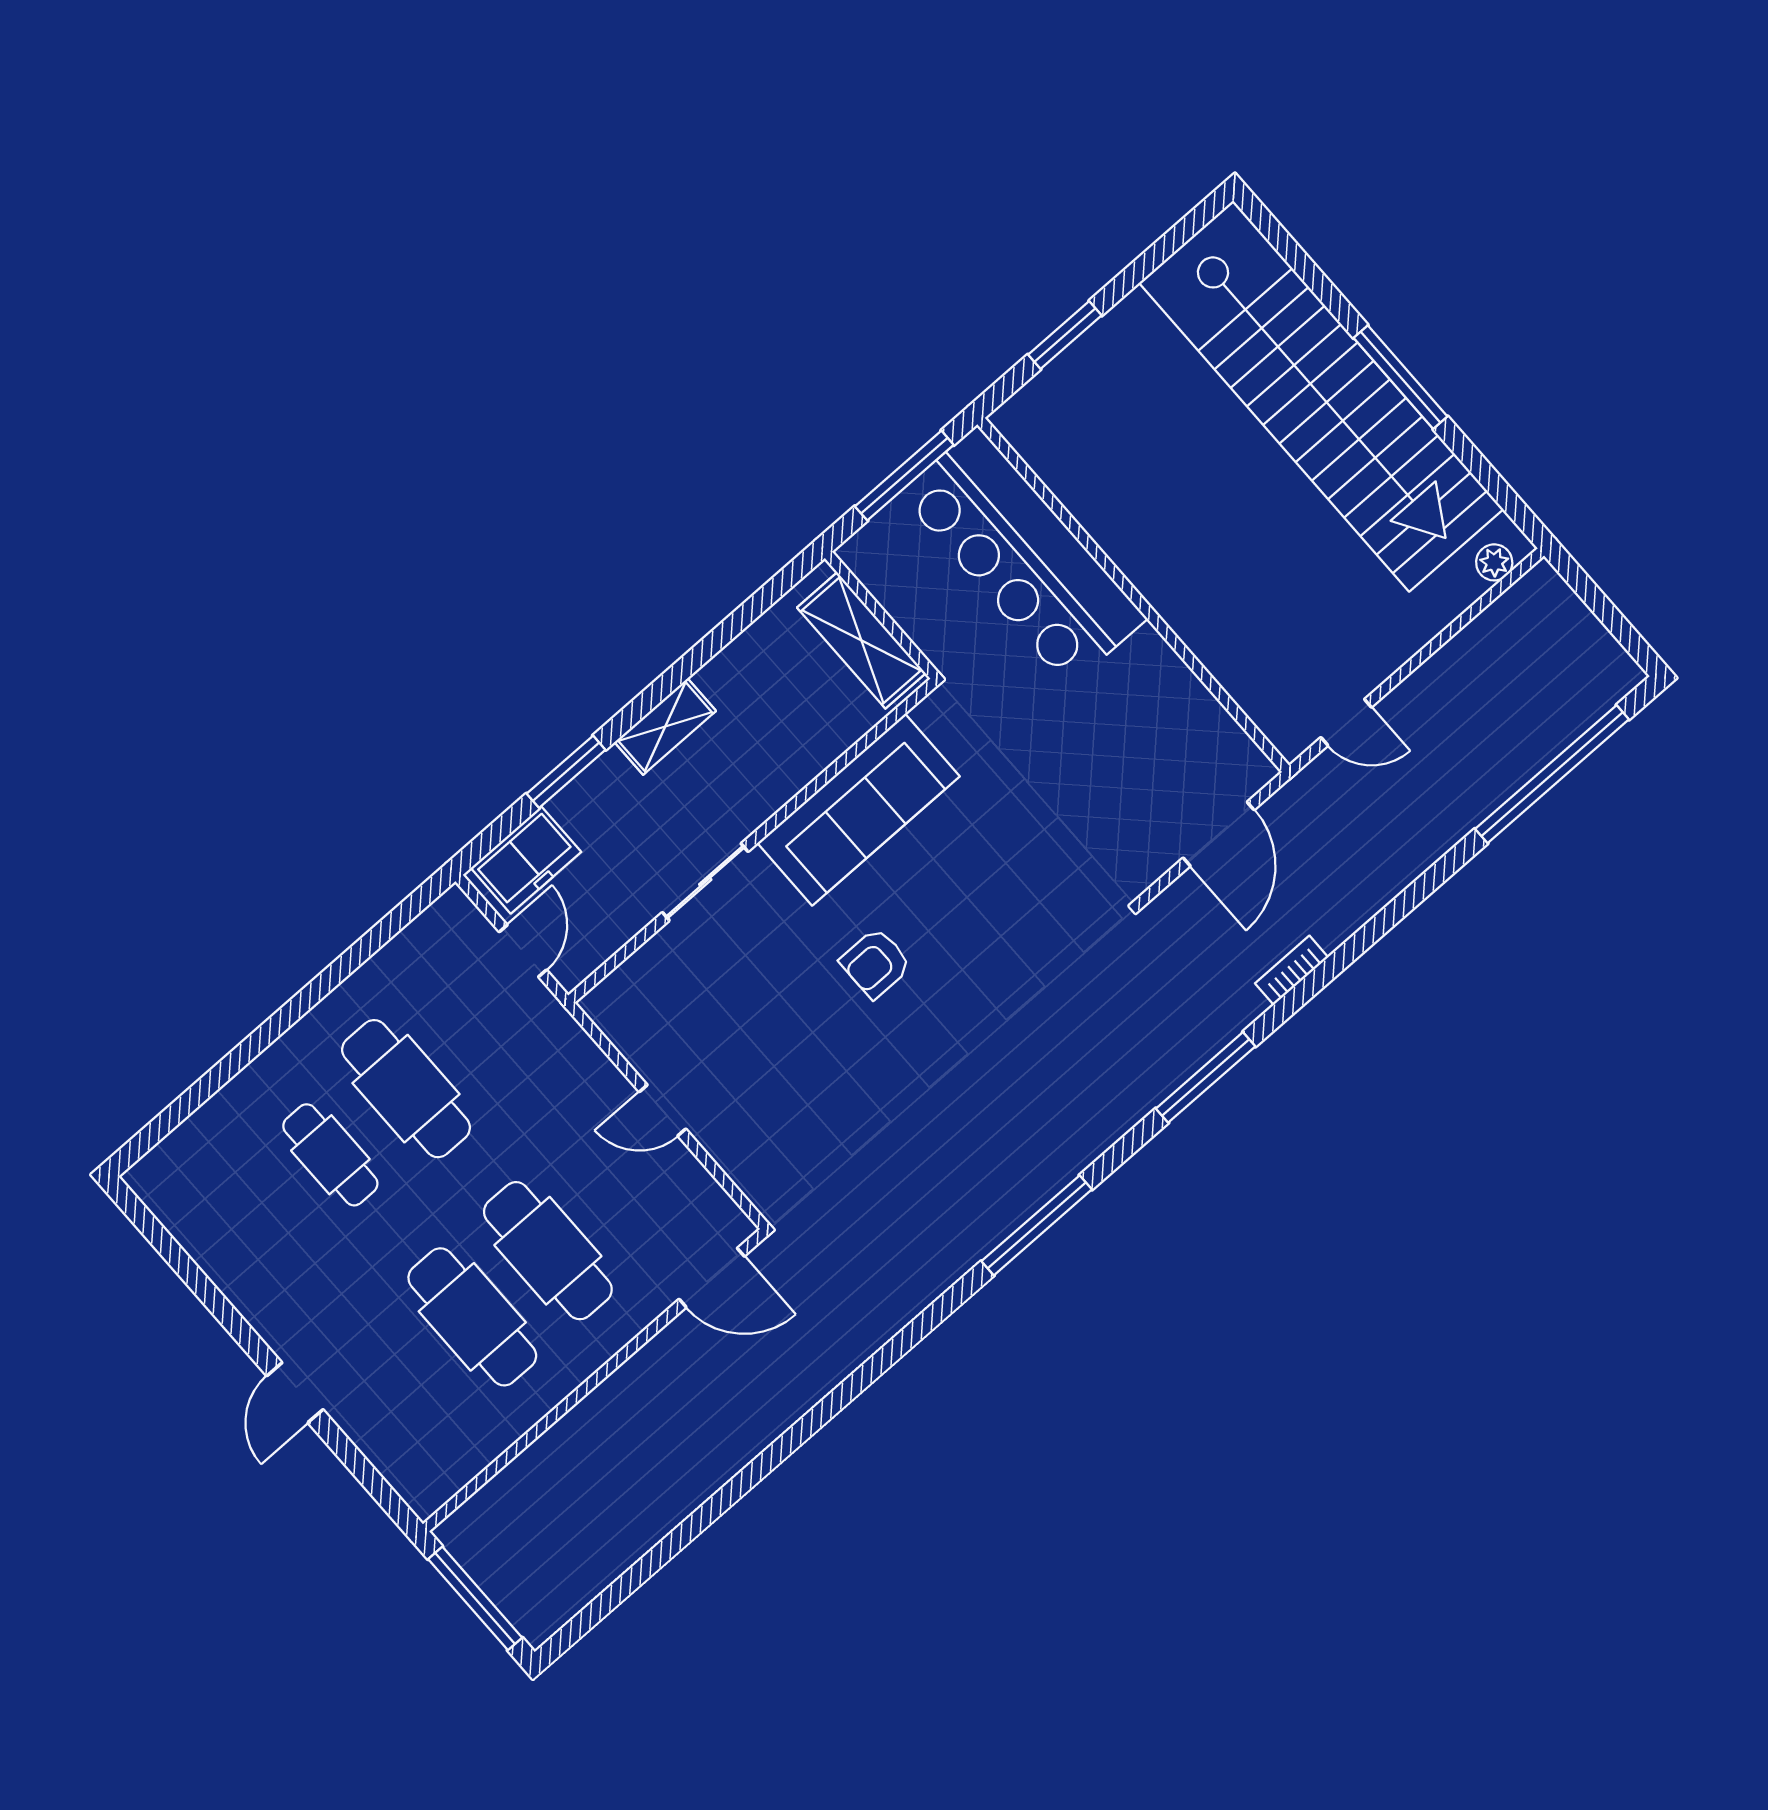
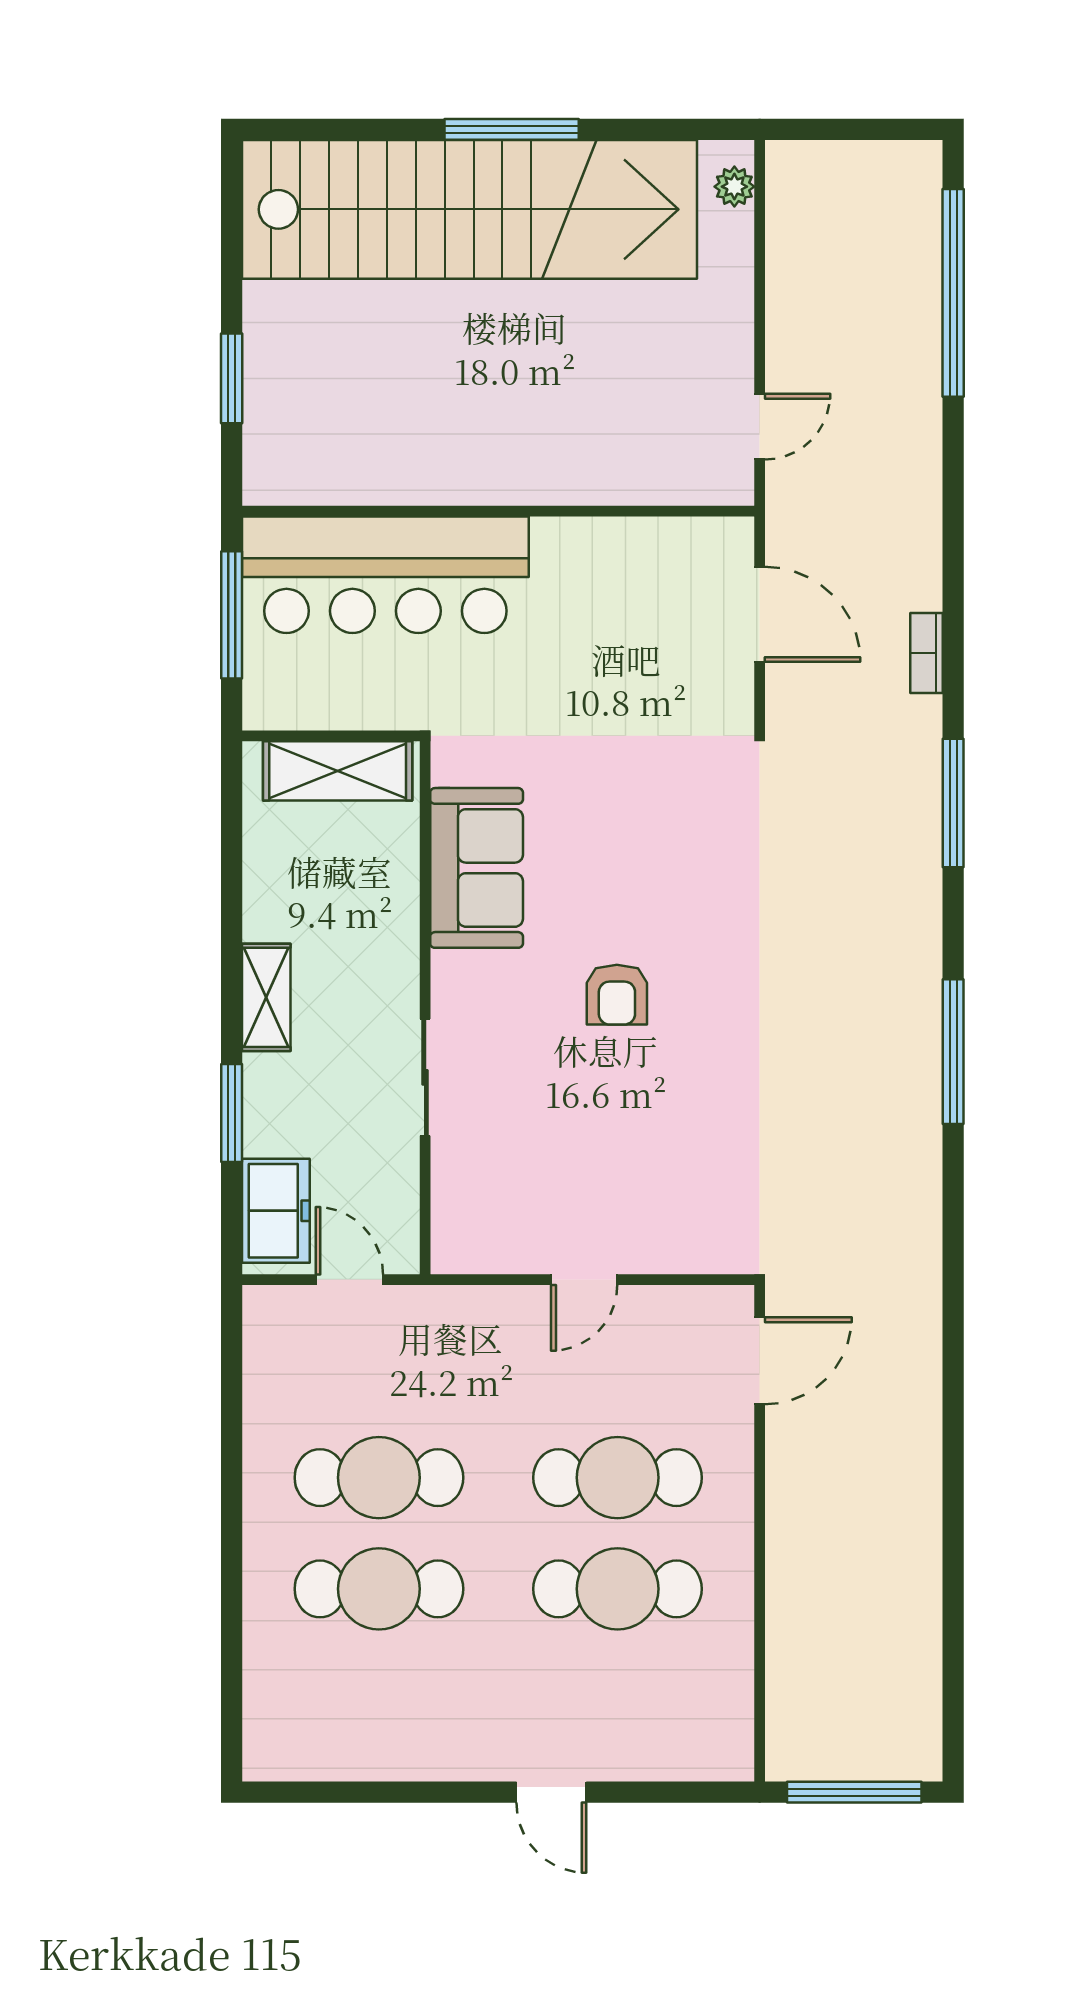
sofa: (858, 810) -> (477, 868), width x0.73
cafe table: (330, 1155) -> (379, 1589), width x1.37, depth x1.35

